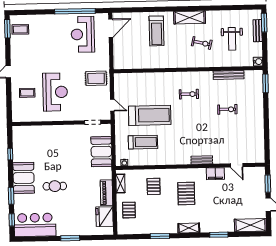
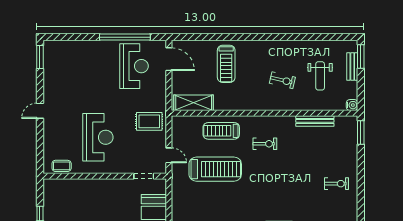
shelving: (190, 17) -> (194, 103), moved
door: (111, 28) -> (169, 59), hinge flipped
coffee table: (20, 29) -> (56, 58), removed
reception desk: (83, 34) -> (134, 66), turned 180
coffee table: (27, 93) -> (62, 166), moved
exercise bike: (227, 109) -> (337, 184), moved
treadmill: (143, 142) -> (221, 131), moved, turned 180

